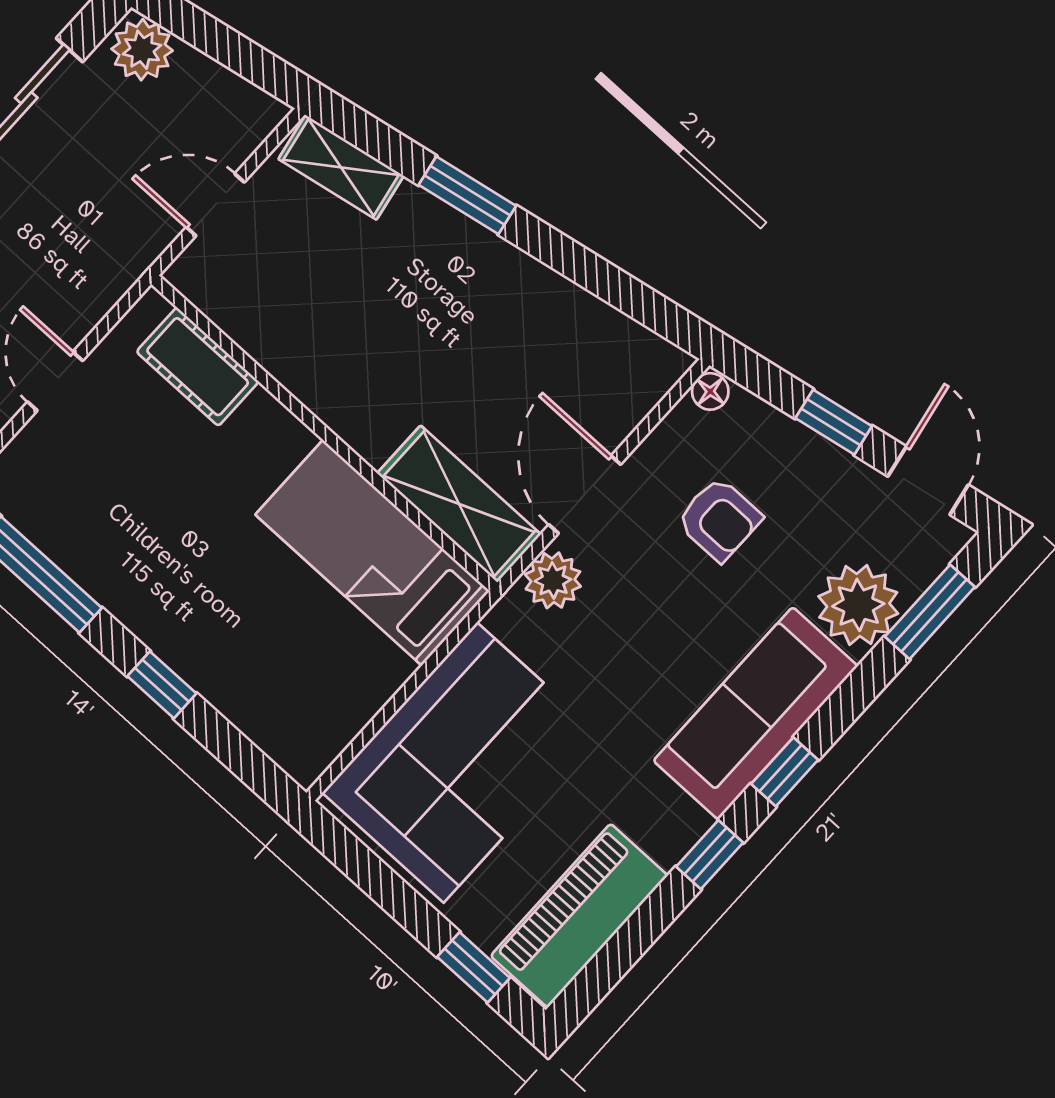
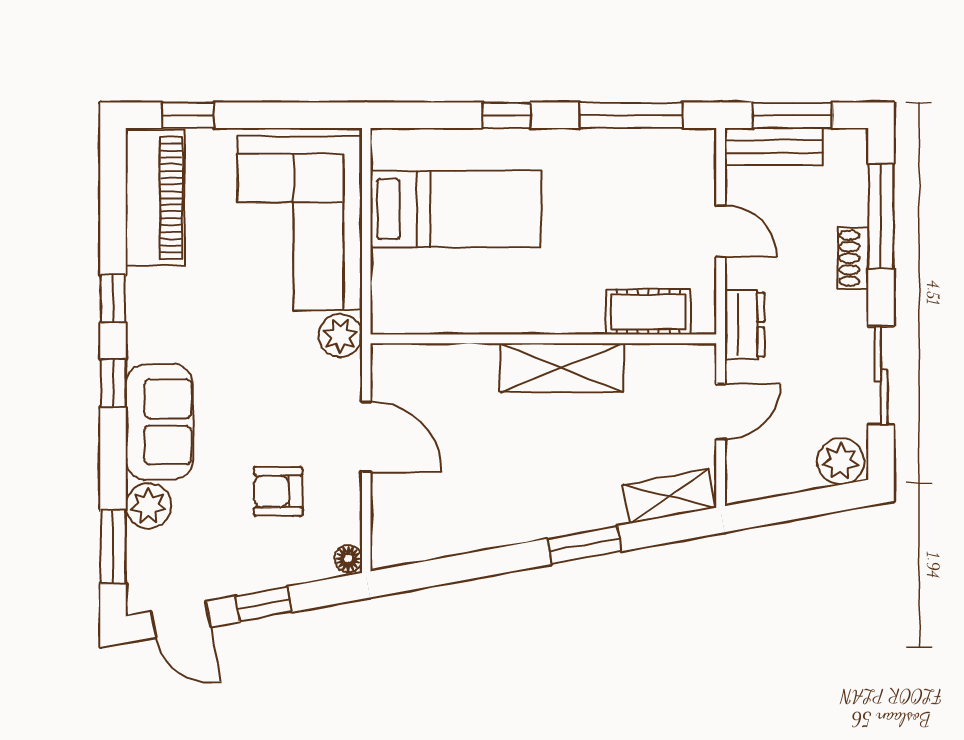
dresser: (115, 269) -> (745, 325), added
shelving: (459, 504) -> (562, 368), moved
bed: (372, 553) -> (456, 209), moved
plant: (553, 580) -> (340, 335), moved
plant: (858, 605) -> (148, 506), width x0.73, depth x0.73
sofa: (755, 713) -> (159, 422), width x0.73

